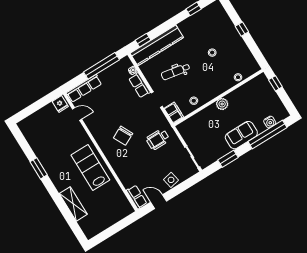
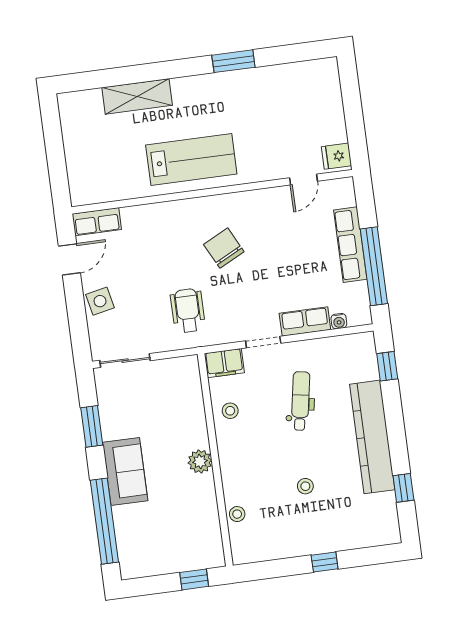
kitchen counter: (157, 45) -> (372, 437), moved
row of seats: (84, 88) -> (350, 245), moved
water cooler: (270, 122) -> (126, 536), removed

